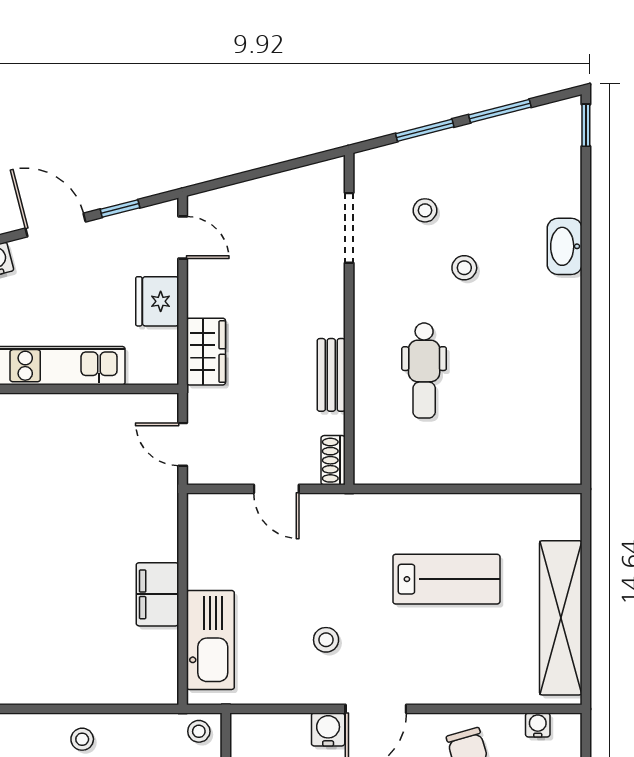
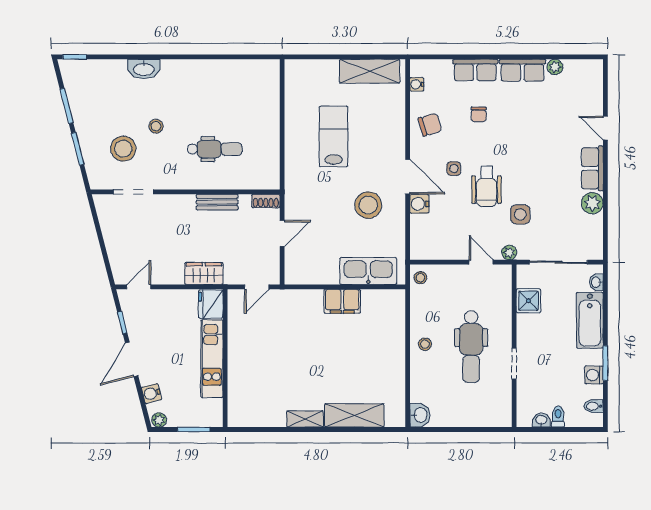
stool: (425, 210) -> (123, 149), width x1.89, depth x1.89
fridge: (157, 301) -> (211, 304), moved, turned 90
shelving: (561, 618) -> (370, 71), width x0.68
stool: (326, 640) -> (368, 205), width x1.89, depth x1.89

